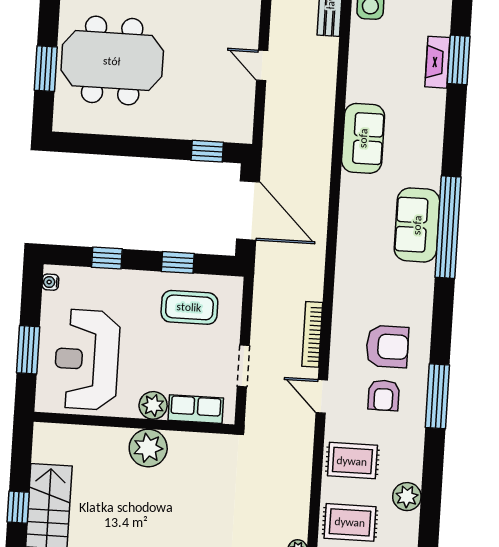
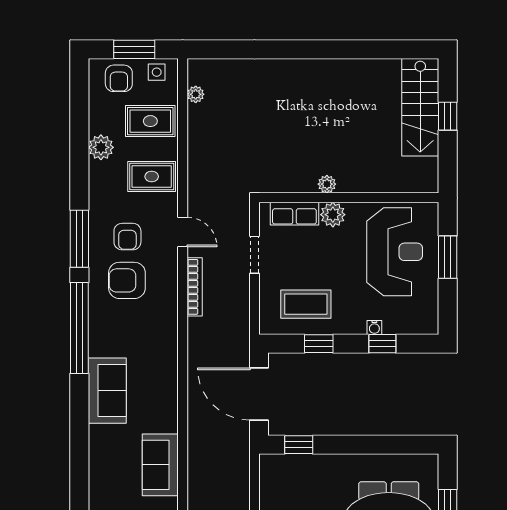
window: (448, 227) -> (79, 328), moved
water cooler: (50, 282) -> (374, 327), moved, turned 90
armchair: (384, 395) -> (127, 237), turned 180
plant: (148, 448) -> (327, 184), width x0.53, depth x0.53

